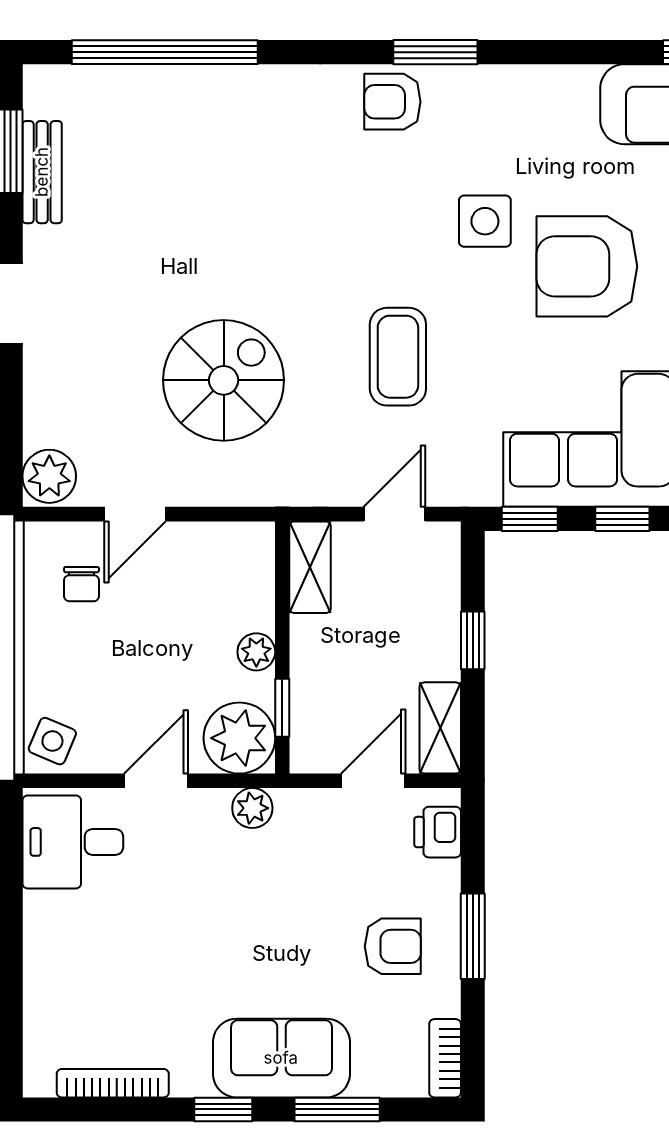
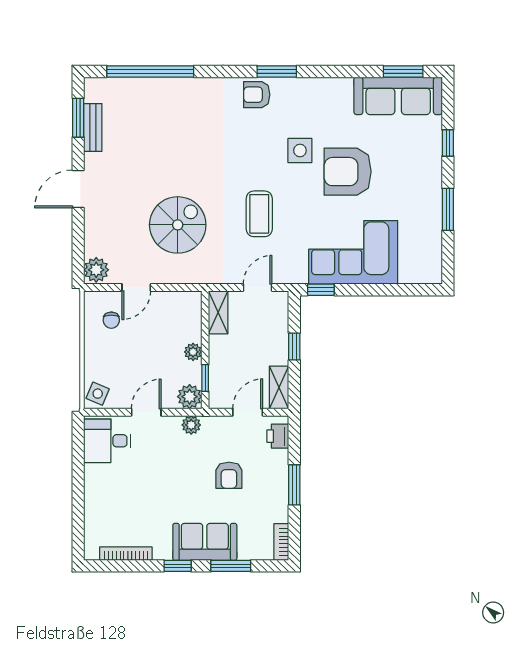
window: (622, 519) -> (364, 290), removed
plant: (239, 738) -> (190, 397), width x0.73, depth x0.73
armchair: (393, 946) -> (229, 475), moved, turned 90

